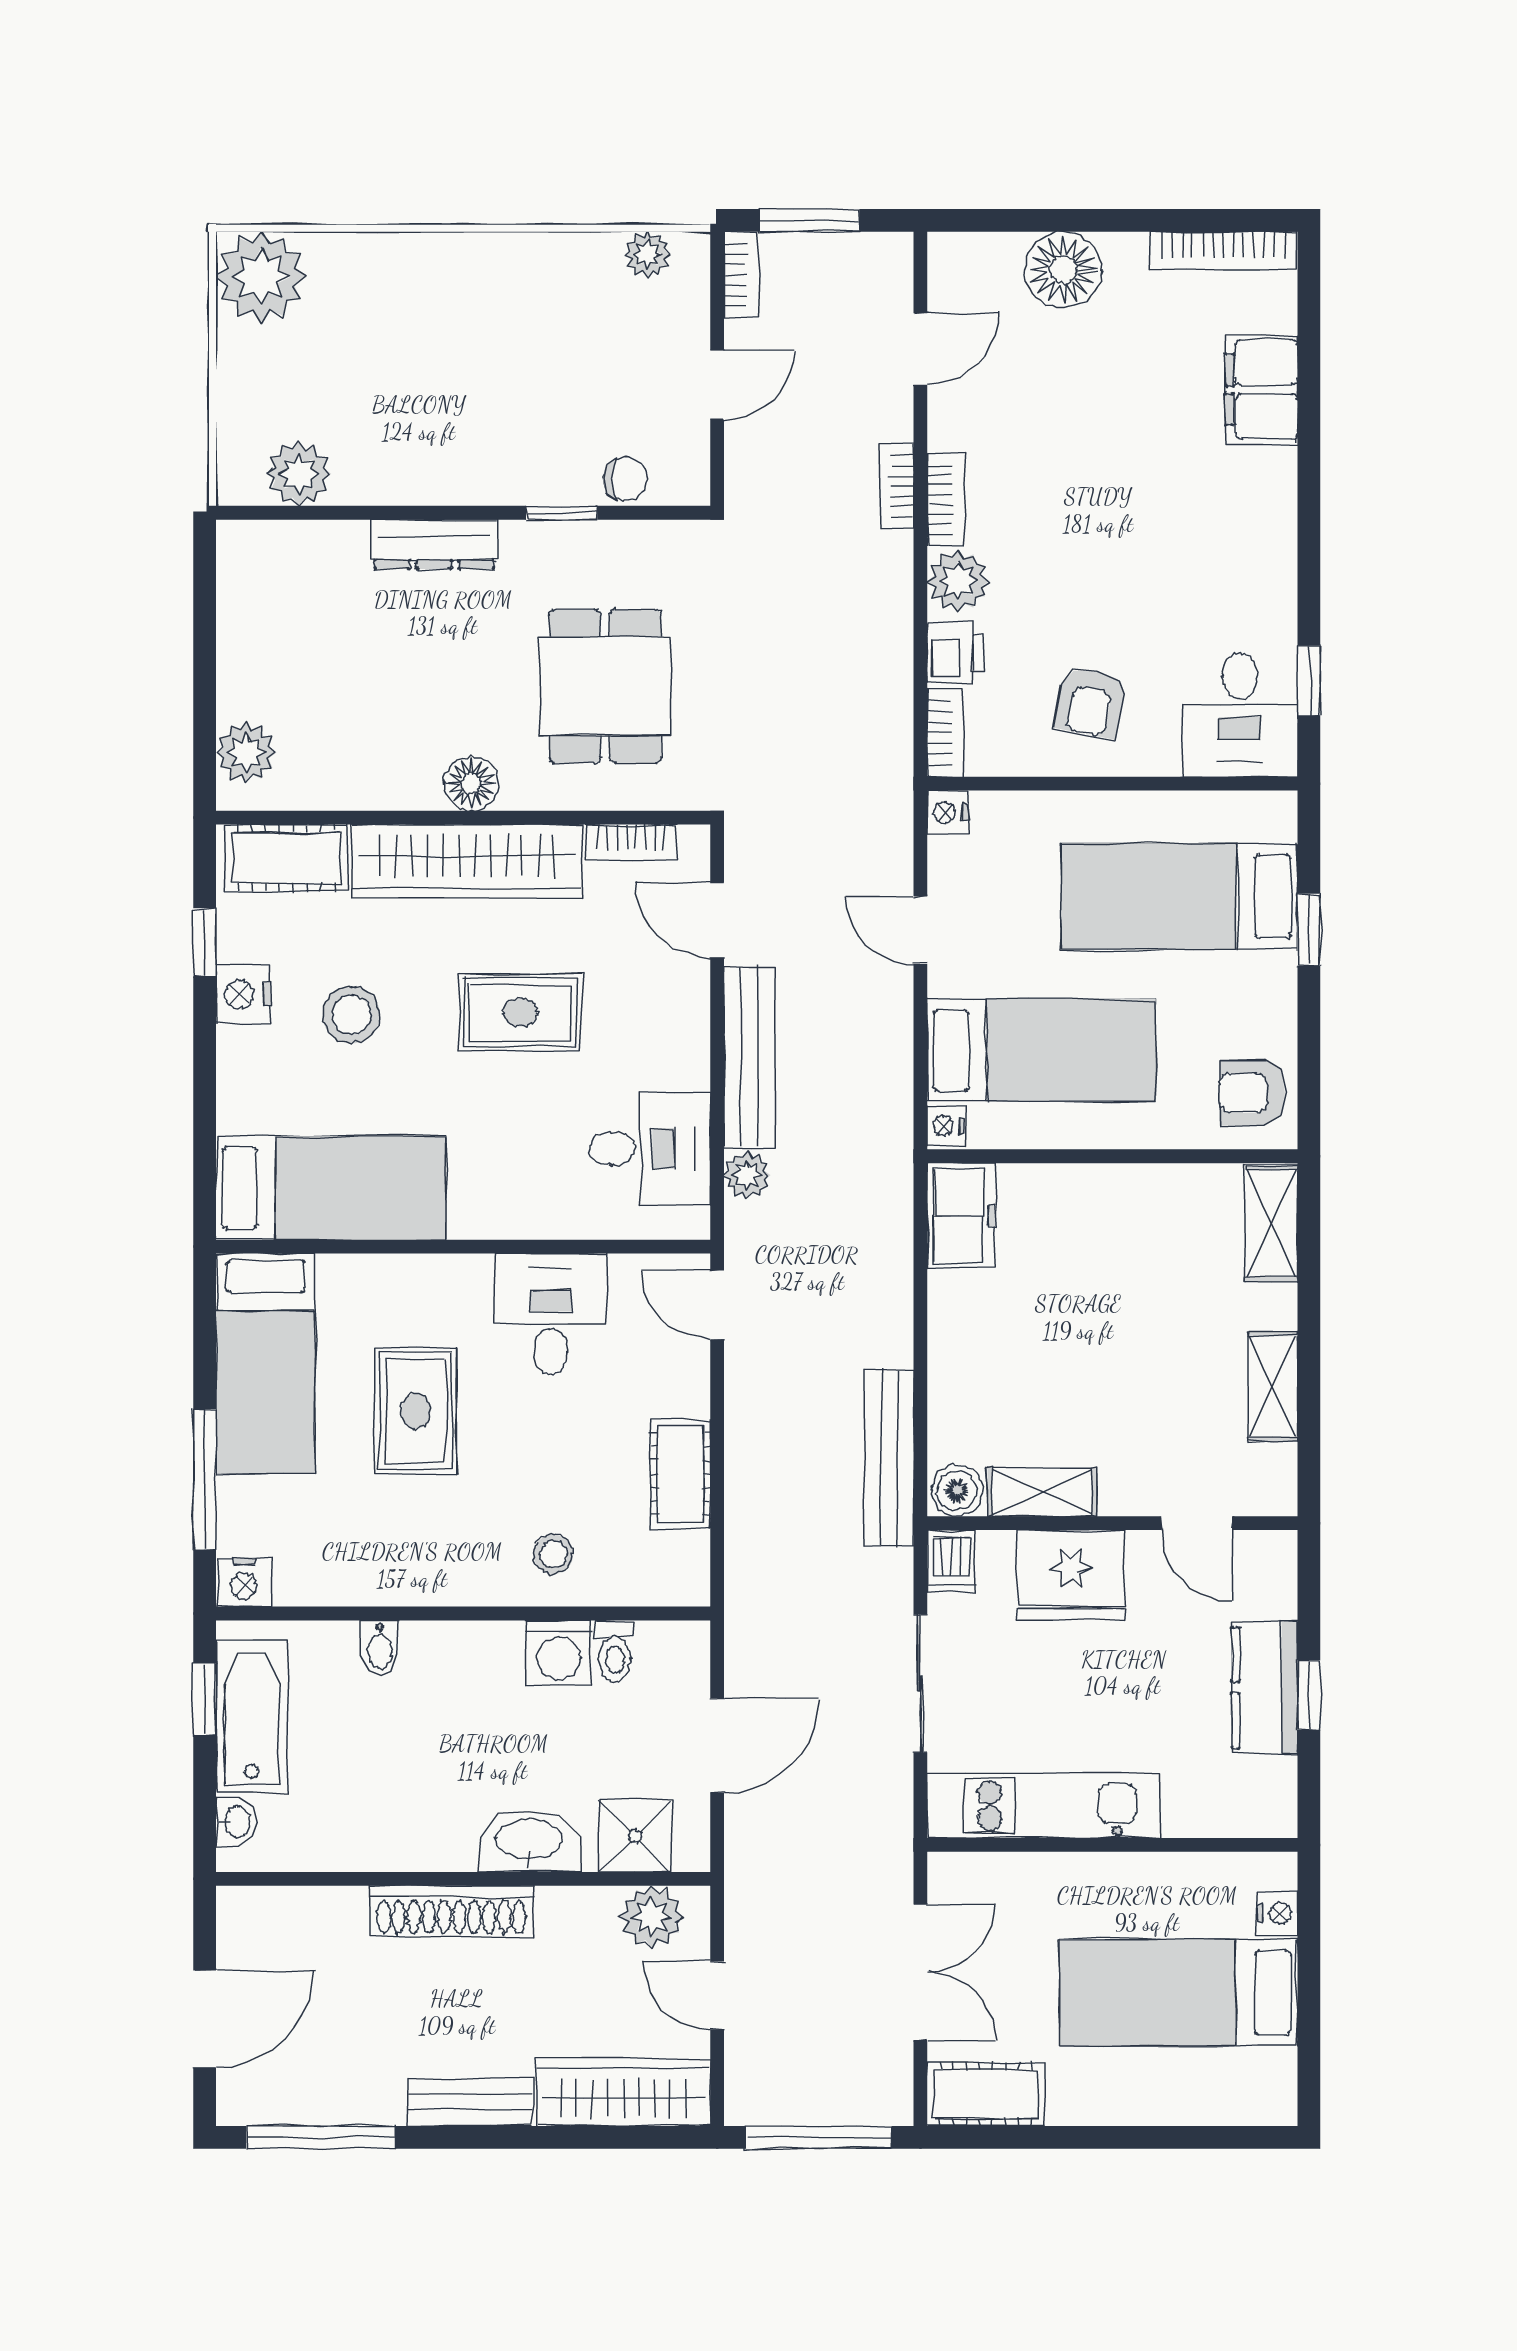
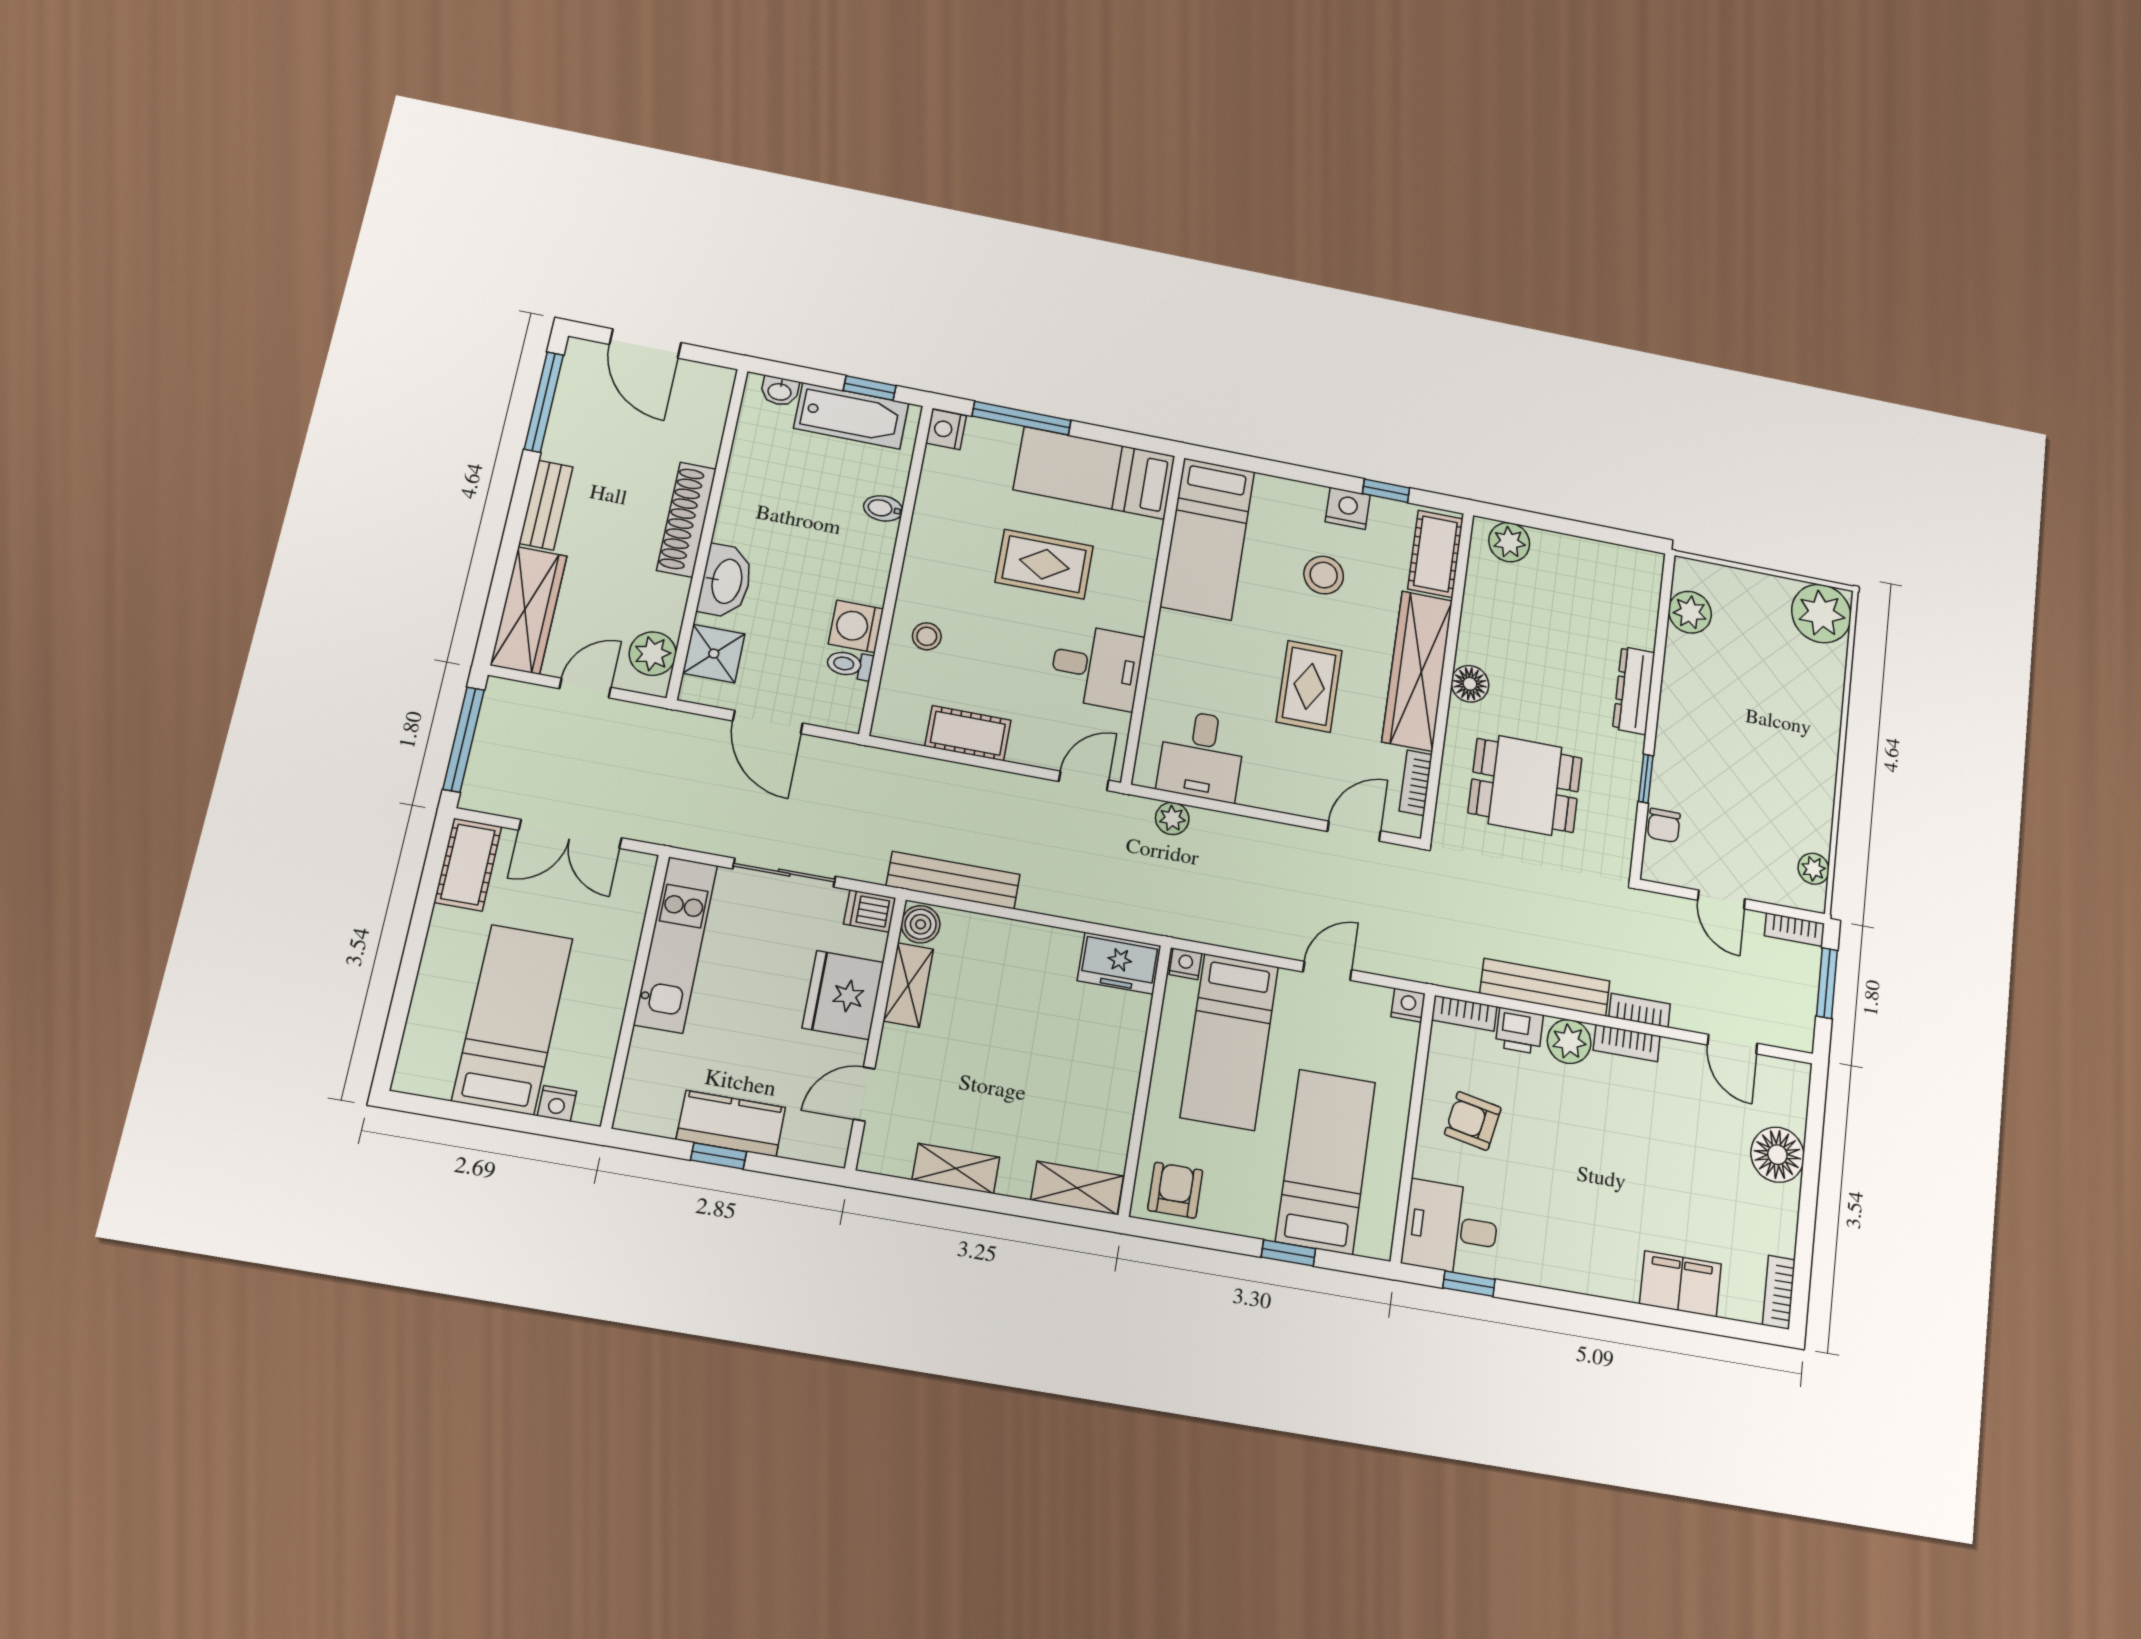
bookcase: (1223, 251) -> (1779, 1292), width x0.64
bench: (749, 1057) -> (1545, 987), moved

